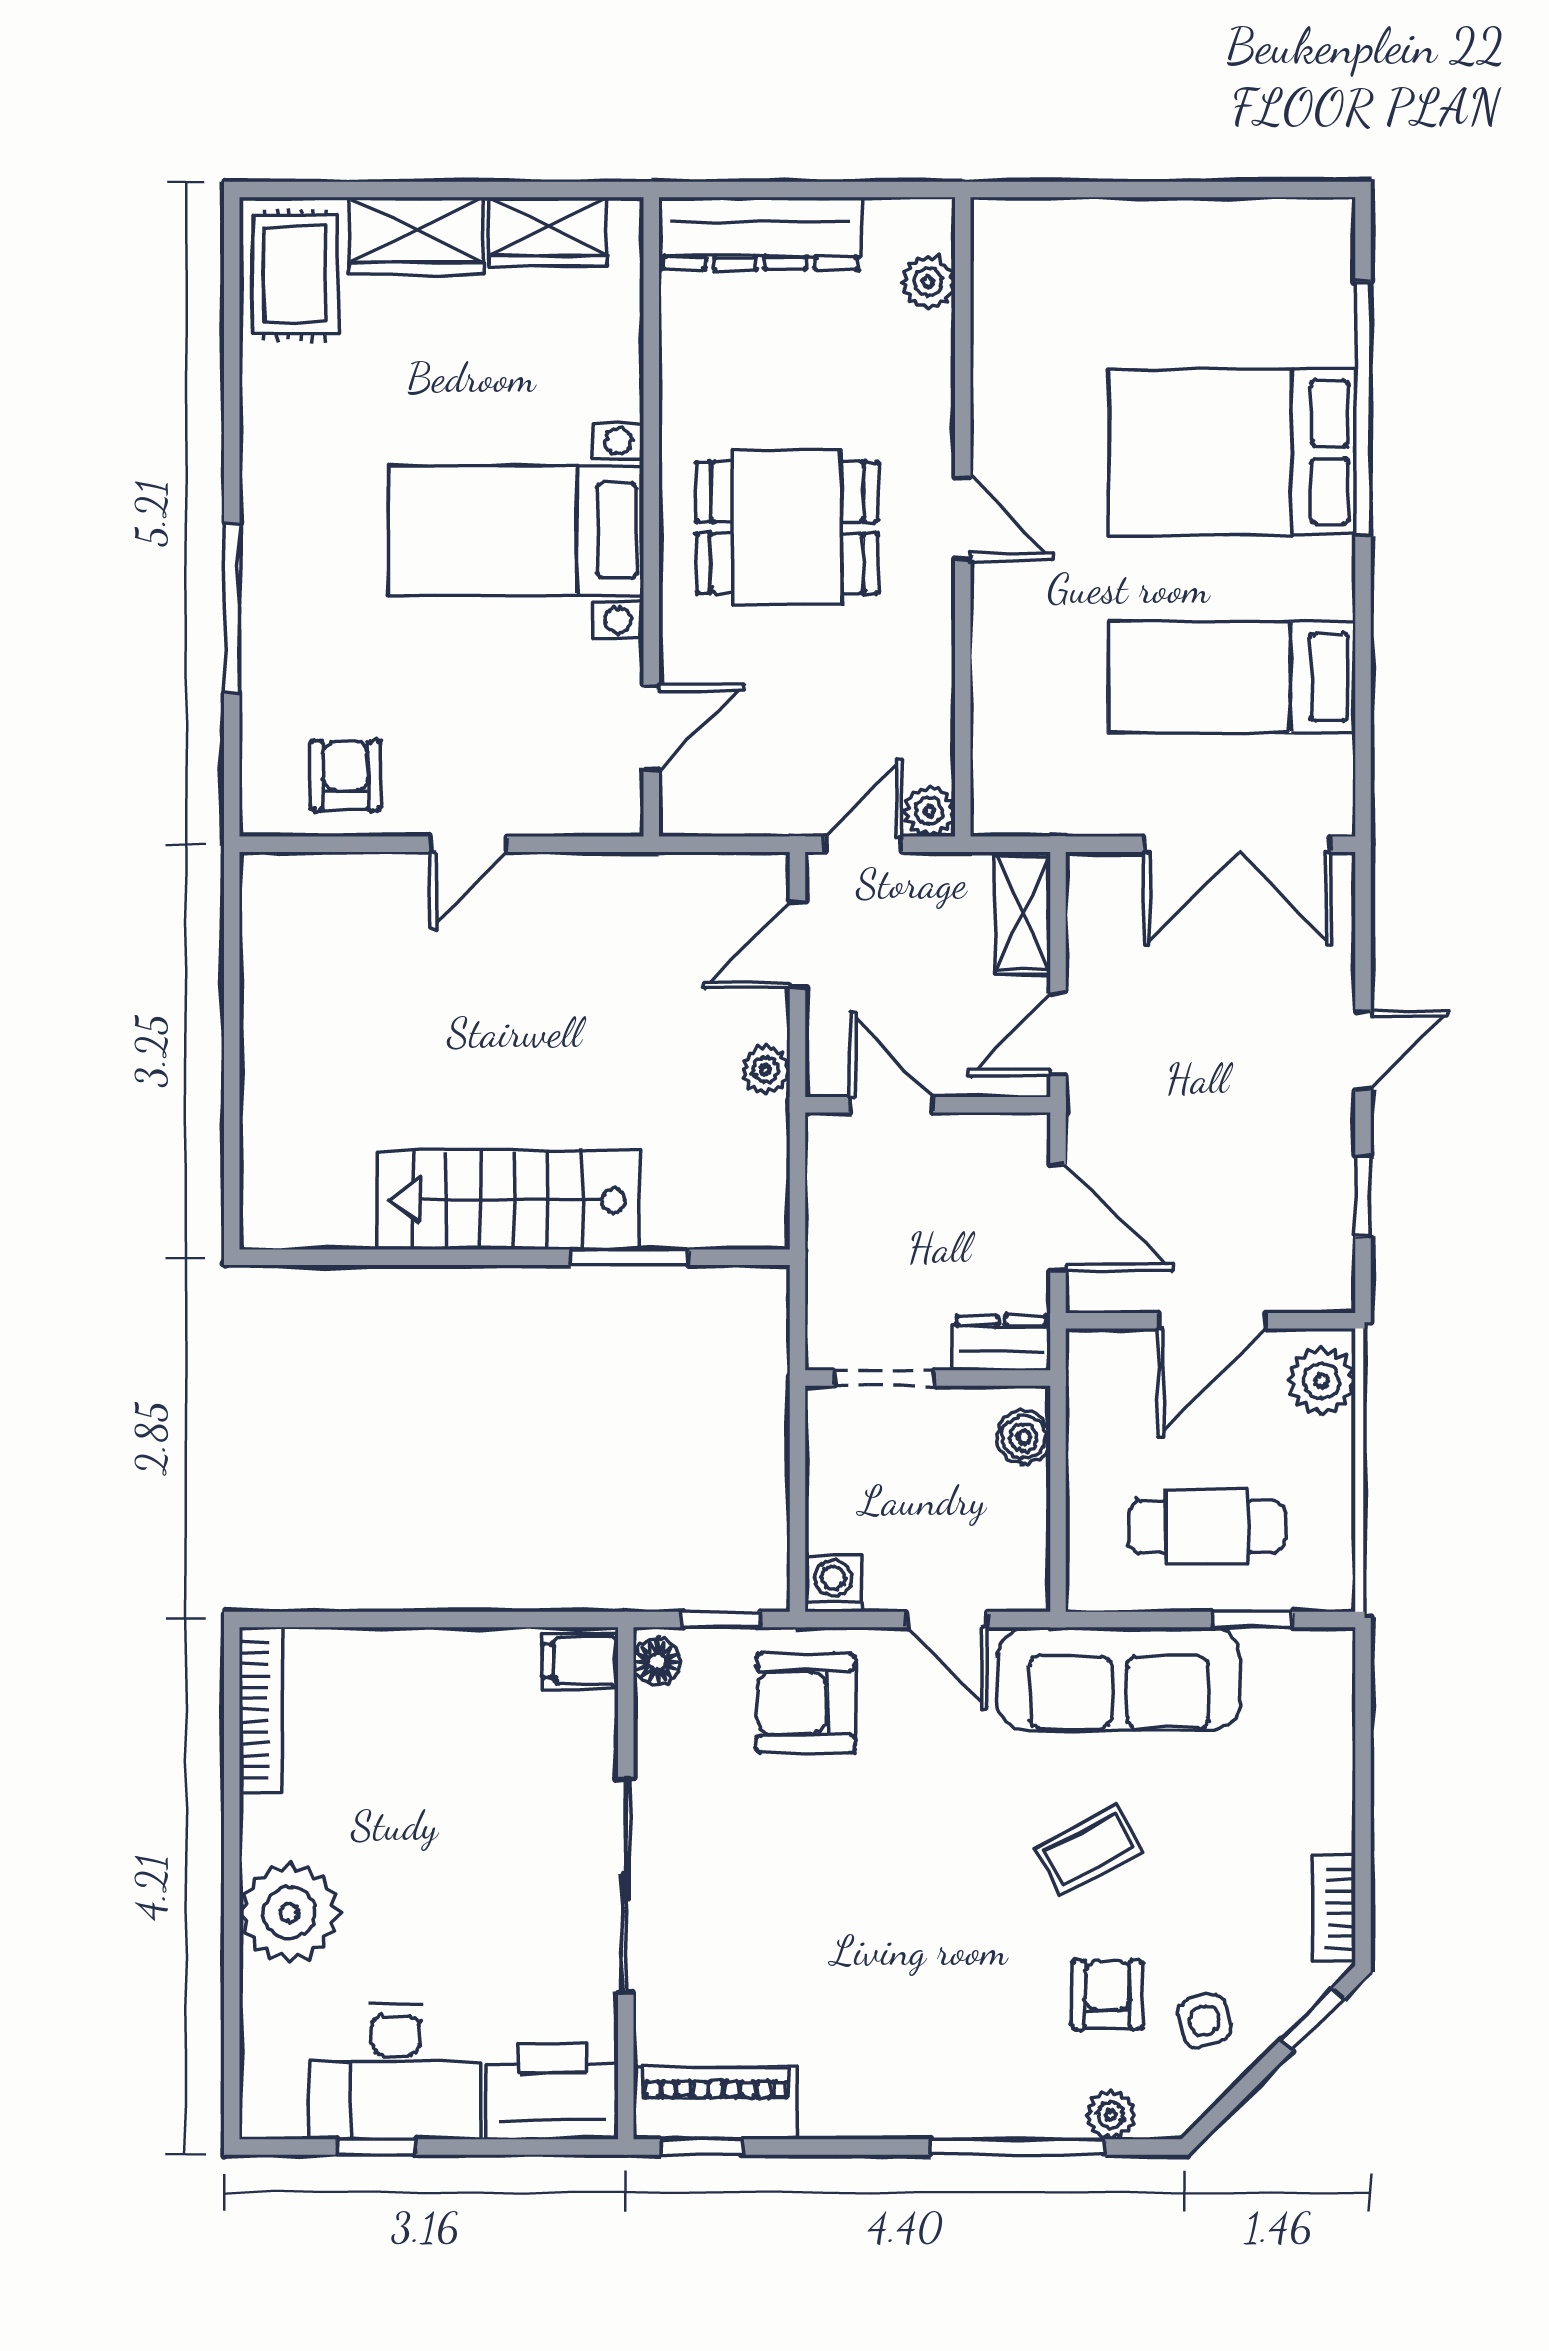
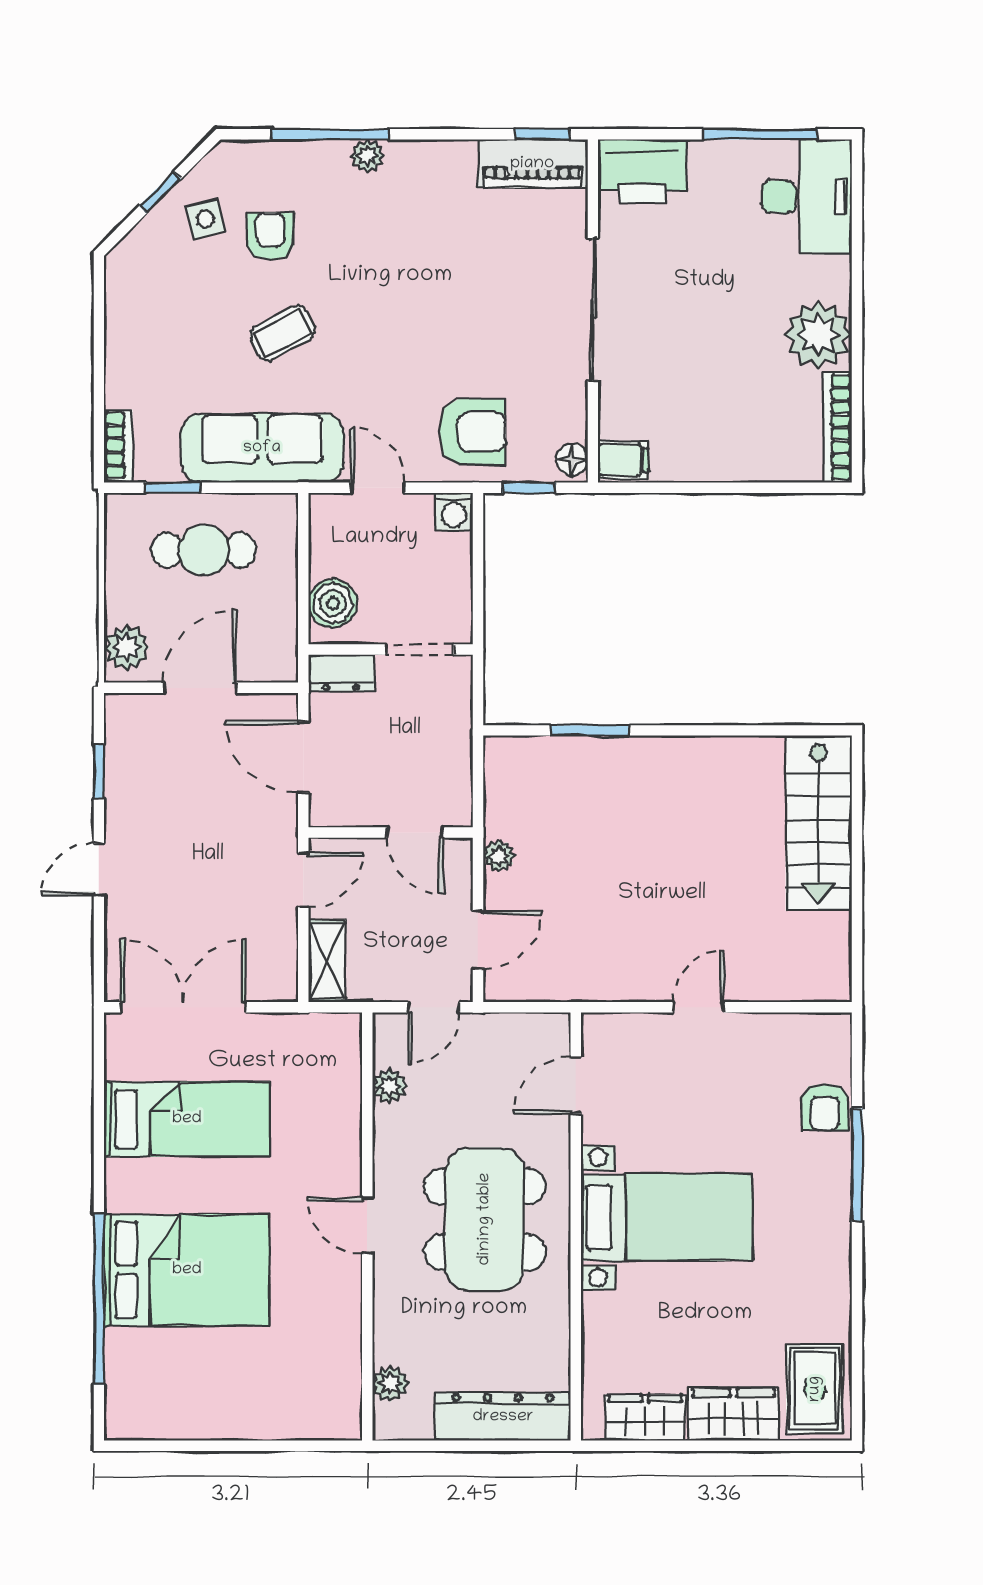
dining table: (787, 528) -> (485, 1219), width x1.37
armchair: (346, 776) -> (825, 1107), moved
plant: (929, 811) -> (390, 1086), moved
stairs: (509, 1200) -> (819, 823), moved, turned 90
boiler: (1024, 1437) -> (333, 603), width x1.36, depth x1.36
bookcase: (1334, 1908) -> (118, 445), moved
plant: (290, 1913) -> (818, 335), moved
armchair: (1107, 1995) -> (270, 236), turned 180
window: (1312, 2019) -> (160, 192), moved
desk: (396, 2072) -> (807, 197), moved, turned 90
plant: (1111, 2115) -> (367, 156), moved
window: (376, 2147) -> (760, 134), width x2.17

